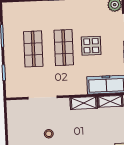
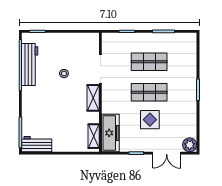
shelving: (84, 103) -> (93, 98), moved

